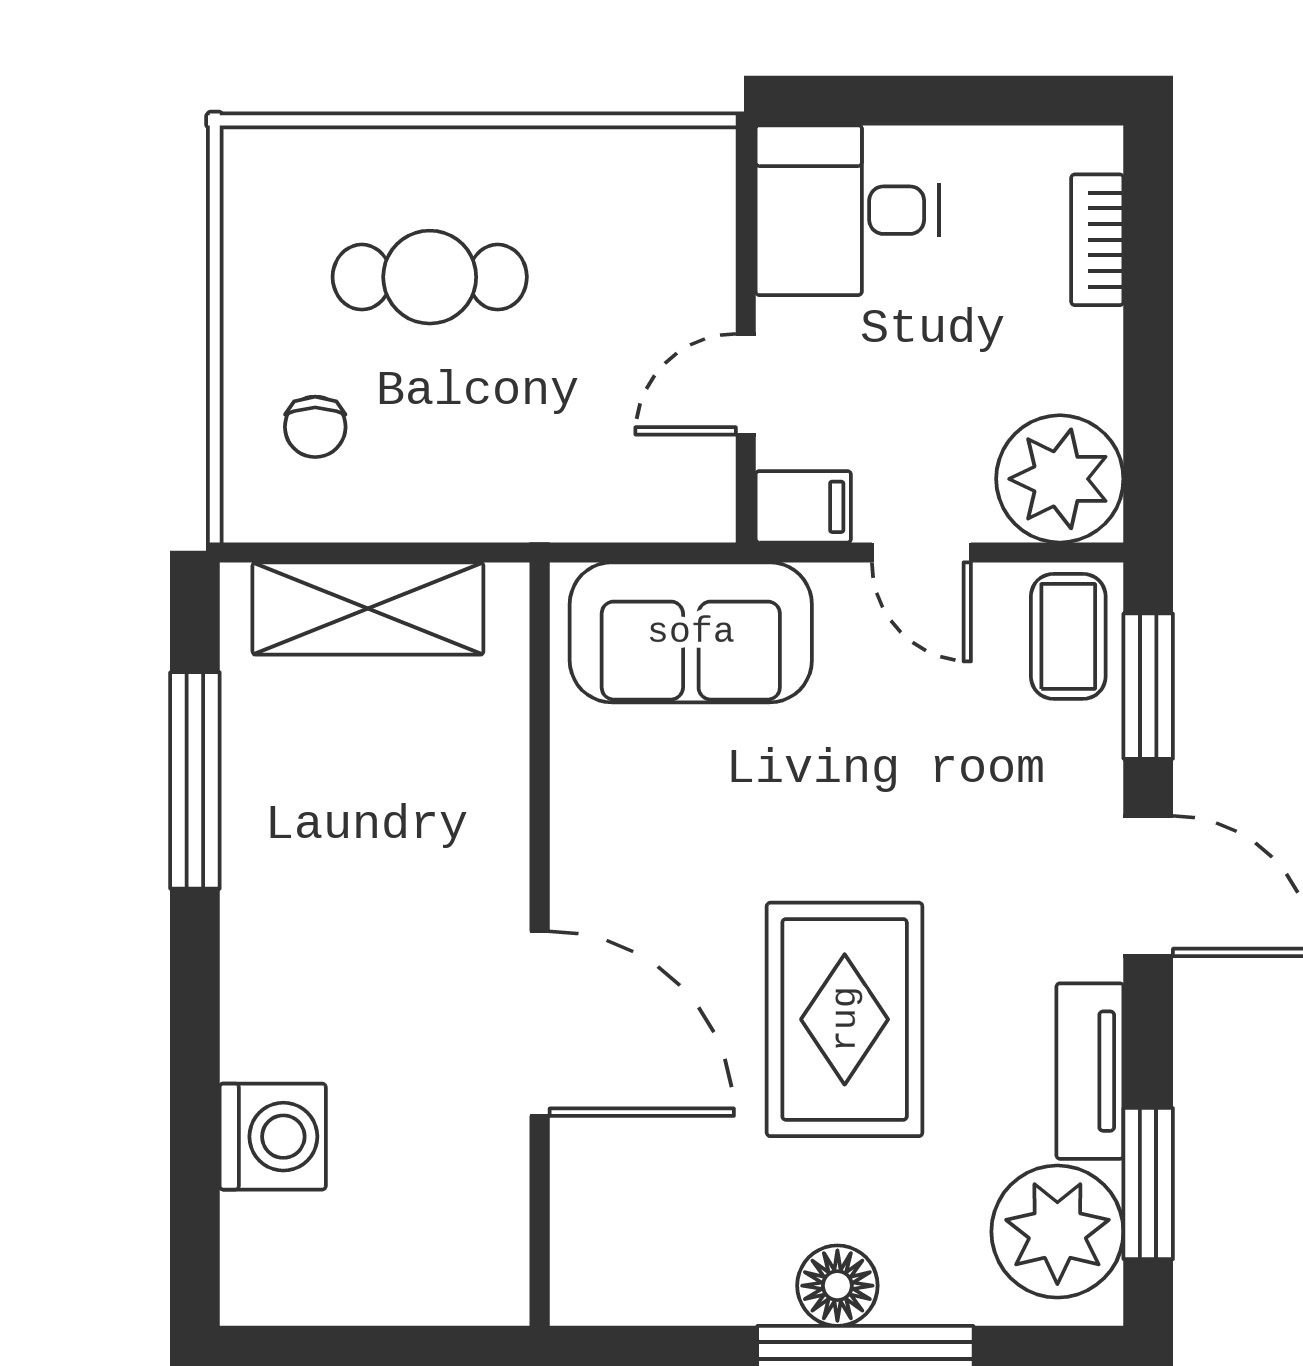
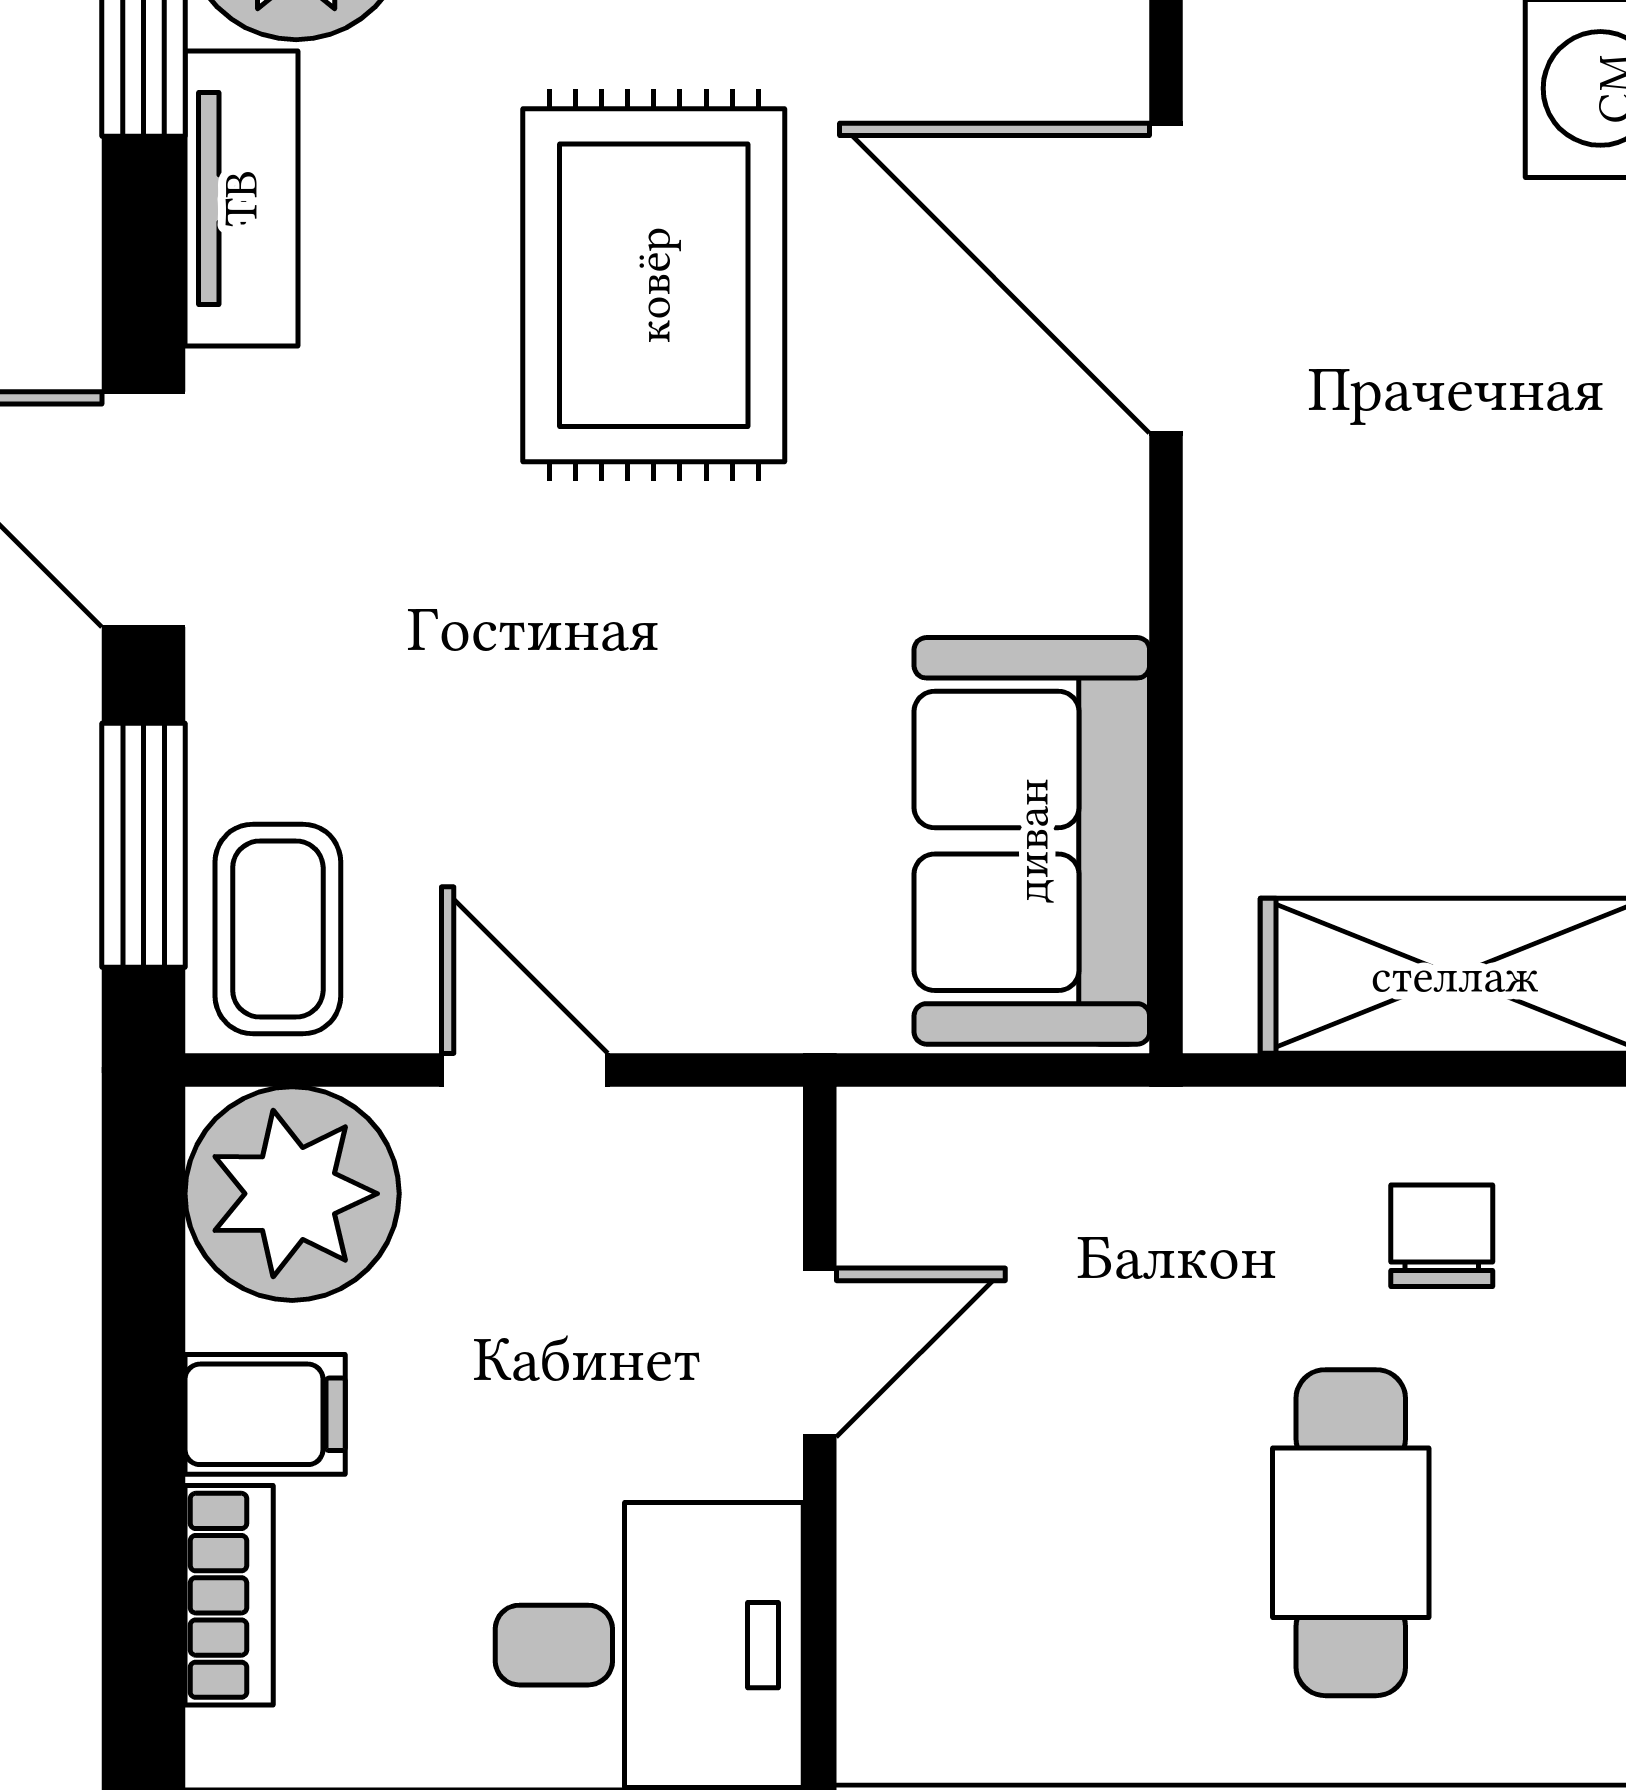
cafe table: (430, 277) -> (1351, 1533), turned 90
chair: (315, 427) -> (1442, 1236), moved
filing cabinet: (803, 507) -> (265, 1414), moved, turned 180
sofa: (691, 632) -> (1032, 841), moved, turned -90

